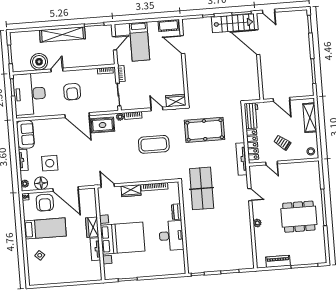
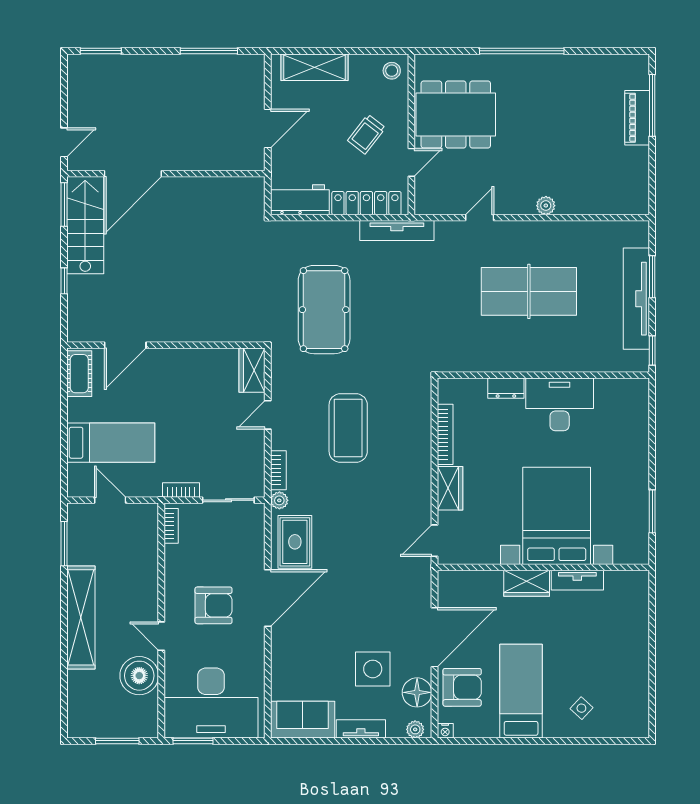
table tennis table: (202, 188) -> (529, 291), moved
dining table: (299, 217) -> (456, 114), moved, turned 90
piano: (278, 261) -> (637, 118), moved
tv unit: (220, 265) -> (636, 299), added

